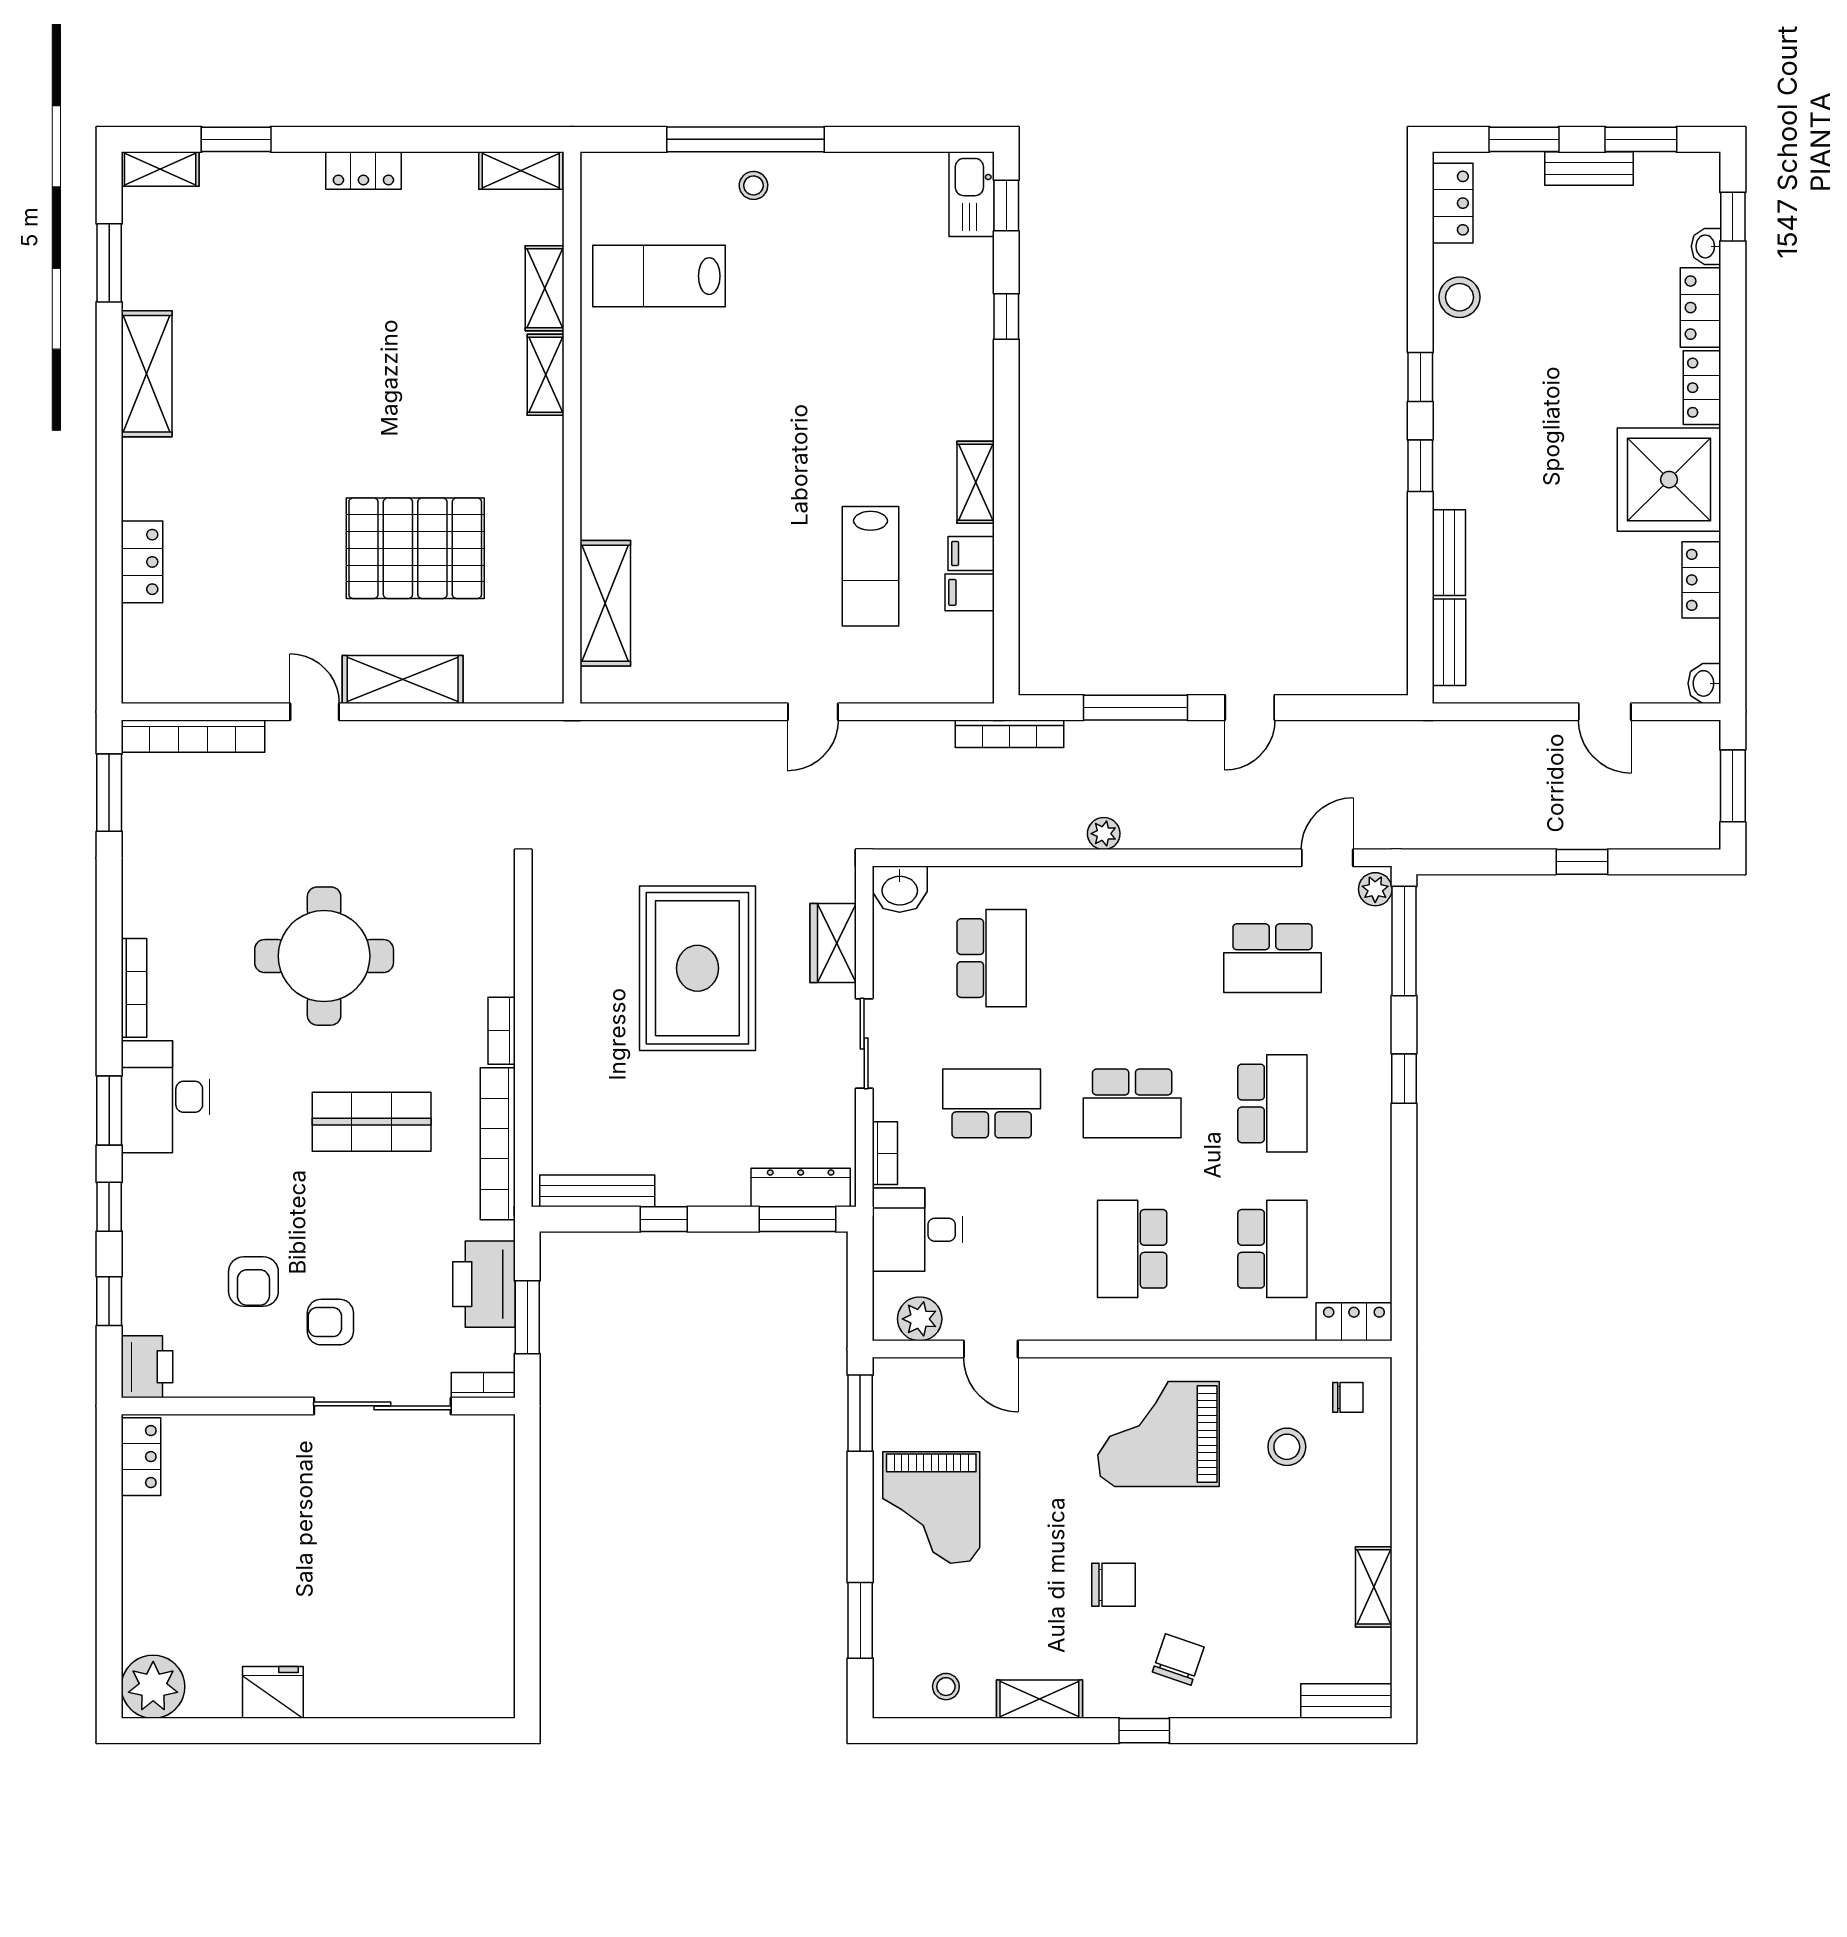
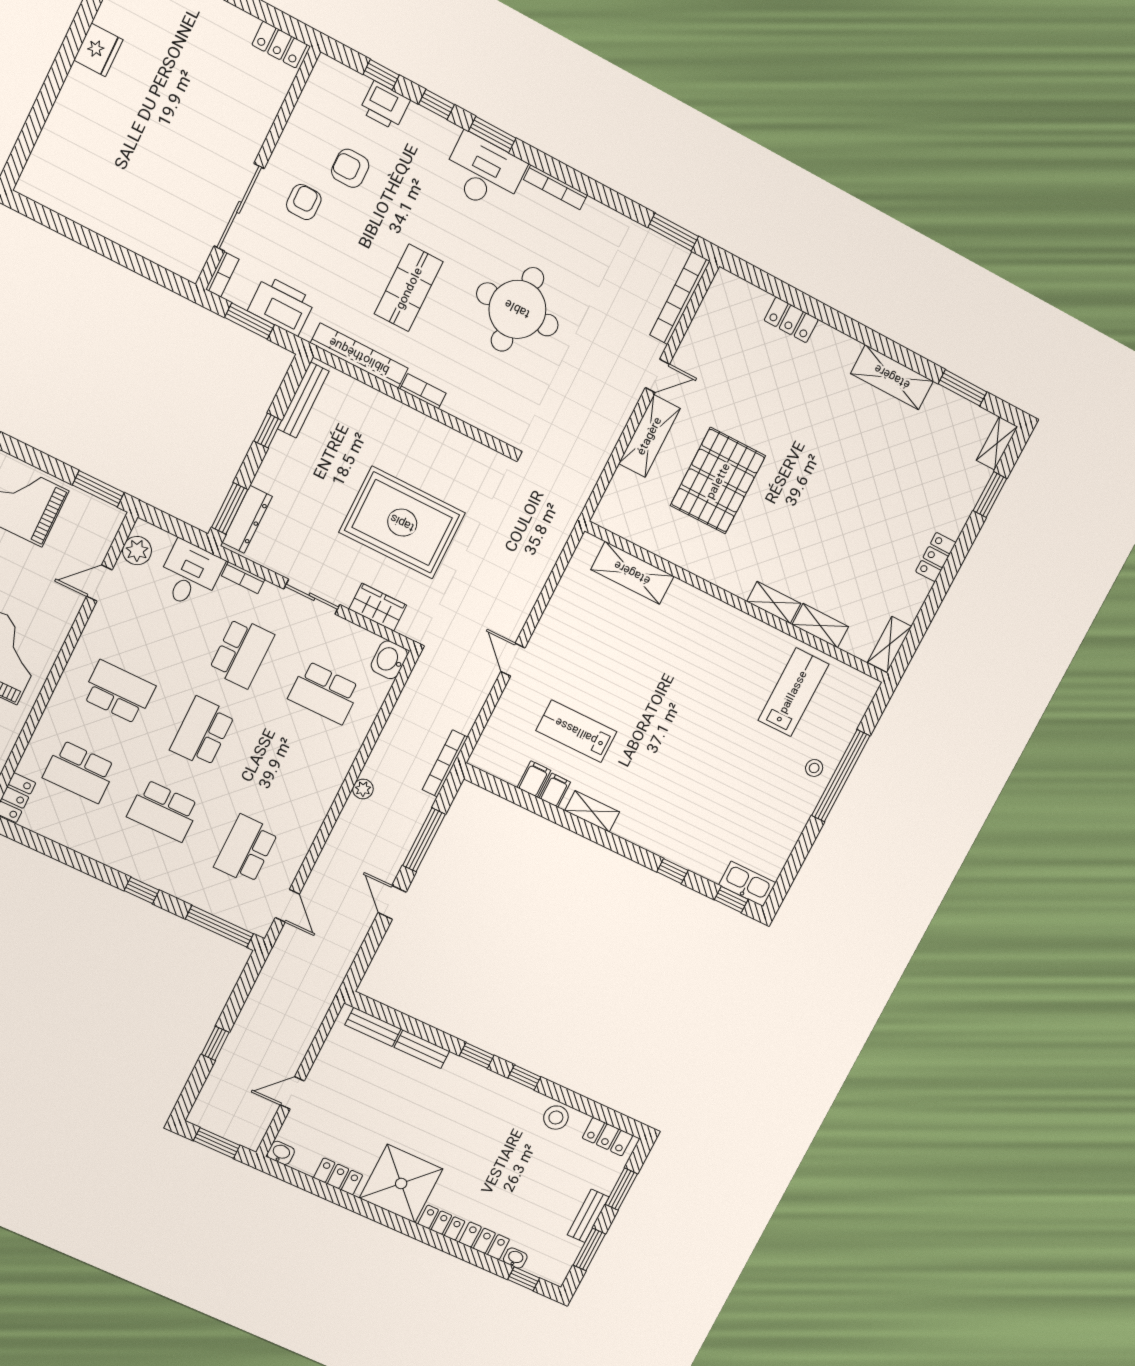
plant: (1375, 889) -> (257, 924), removed
printer: (147, 1367) -> (385, 106), moved

